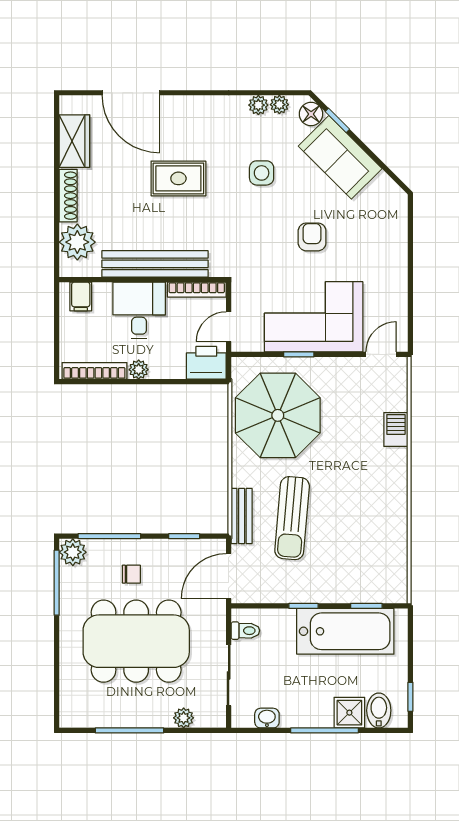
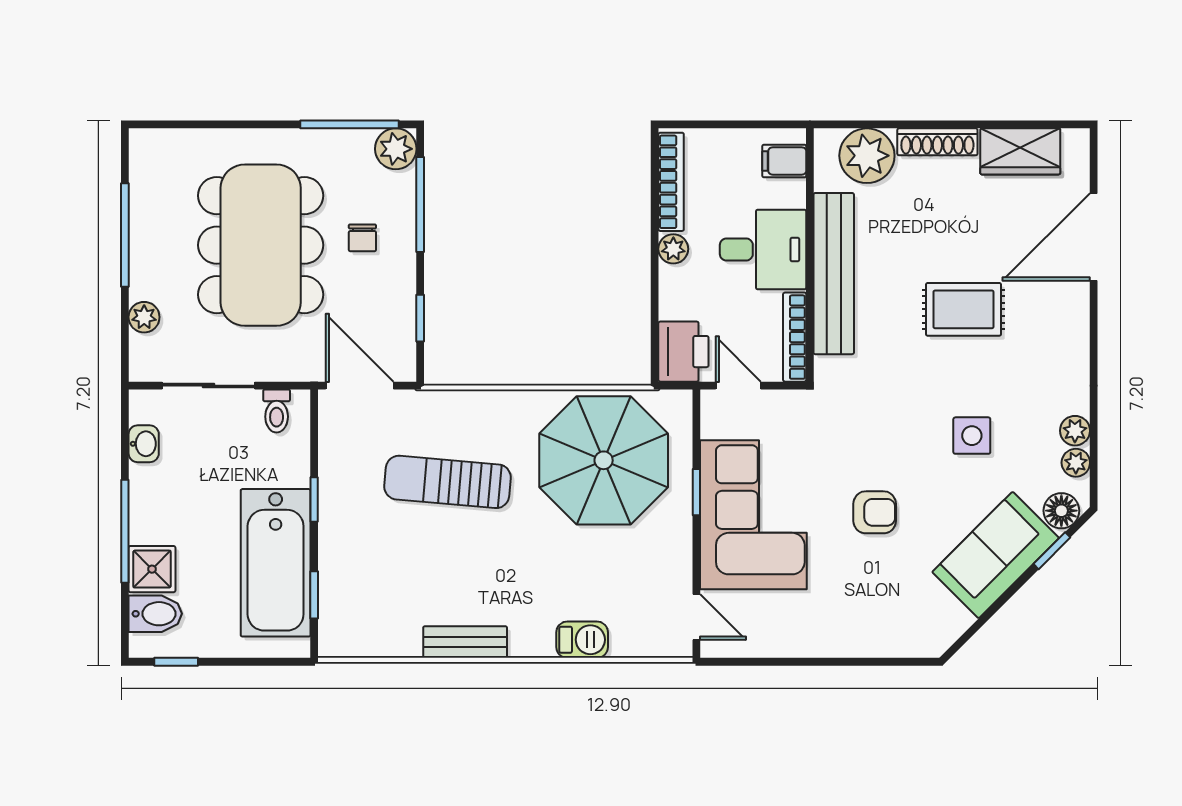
rug: (178, 178) -> (963, 309), turned 90
bench: (242, 516) -> (465, 642), moved

